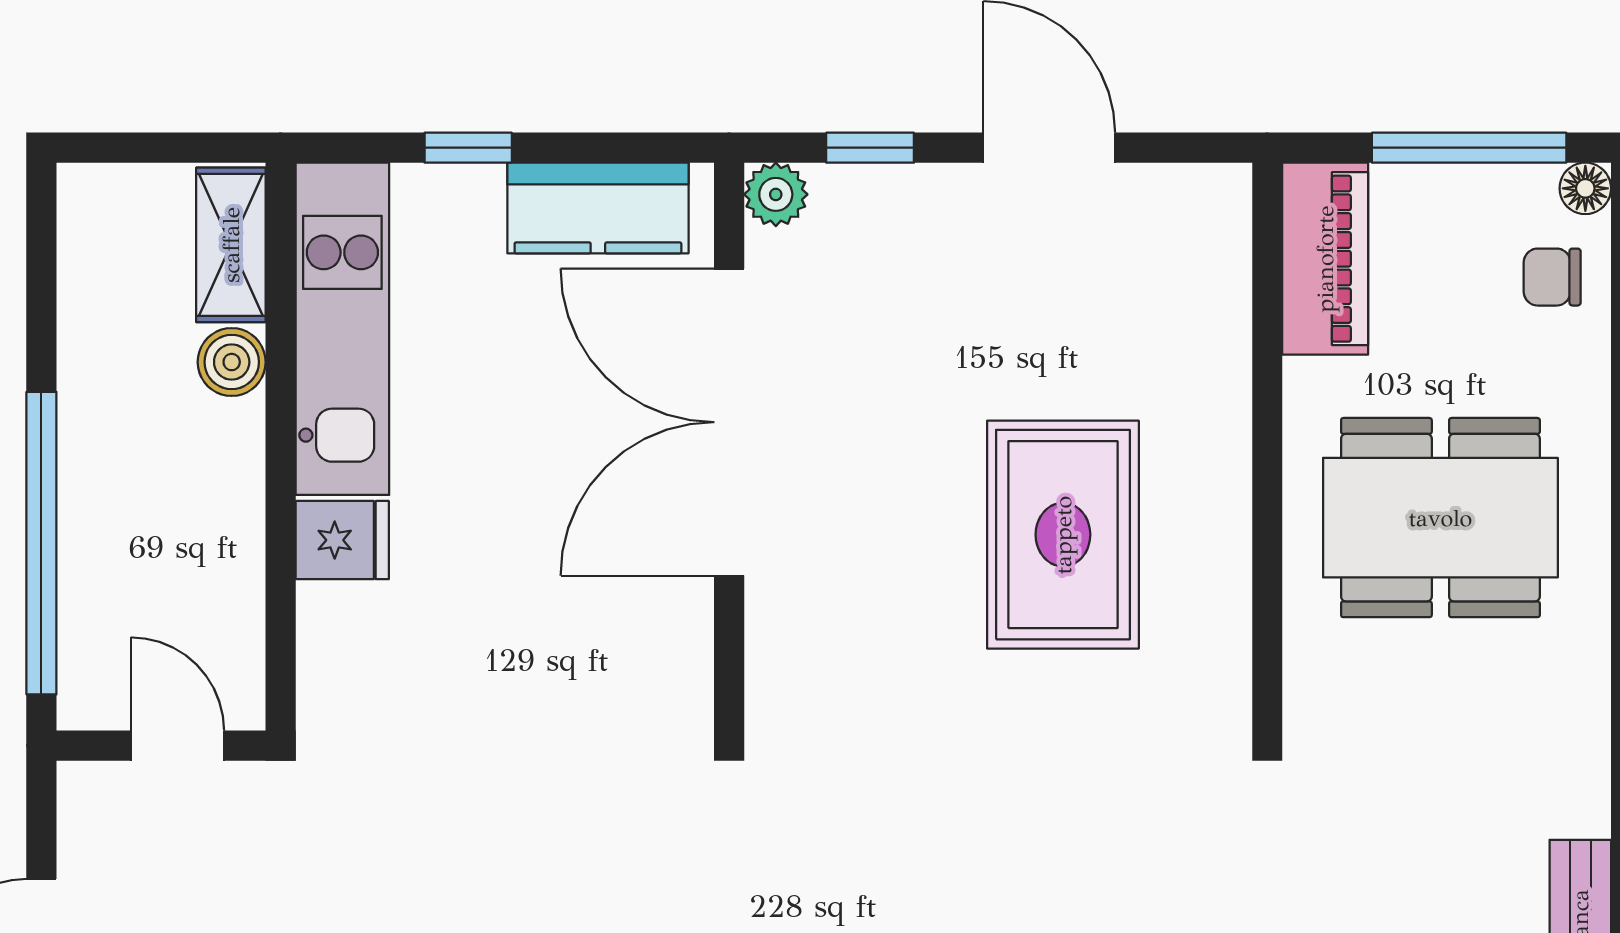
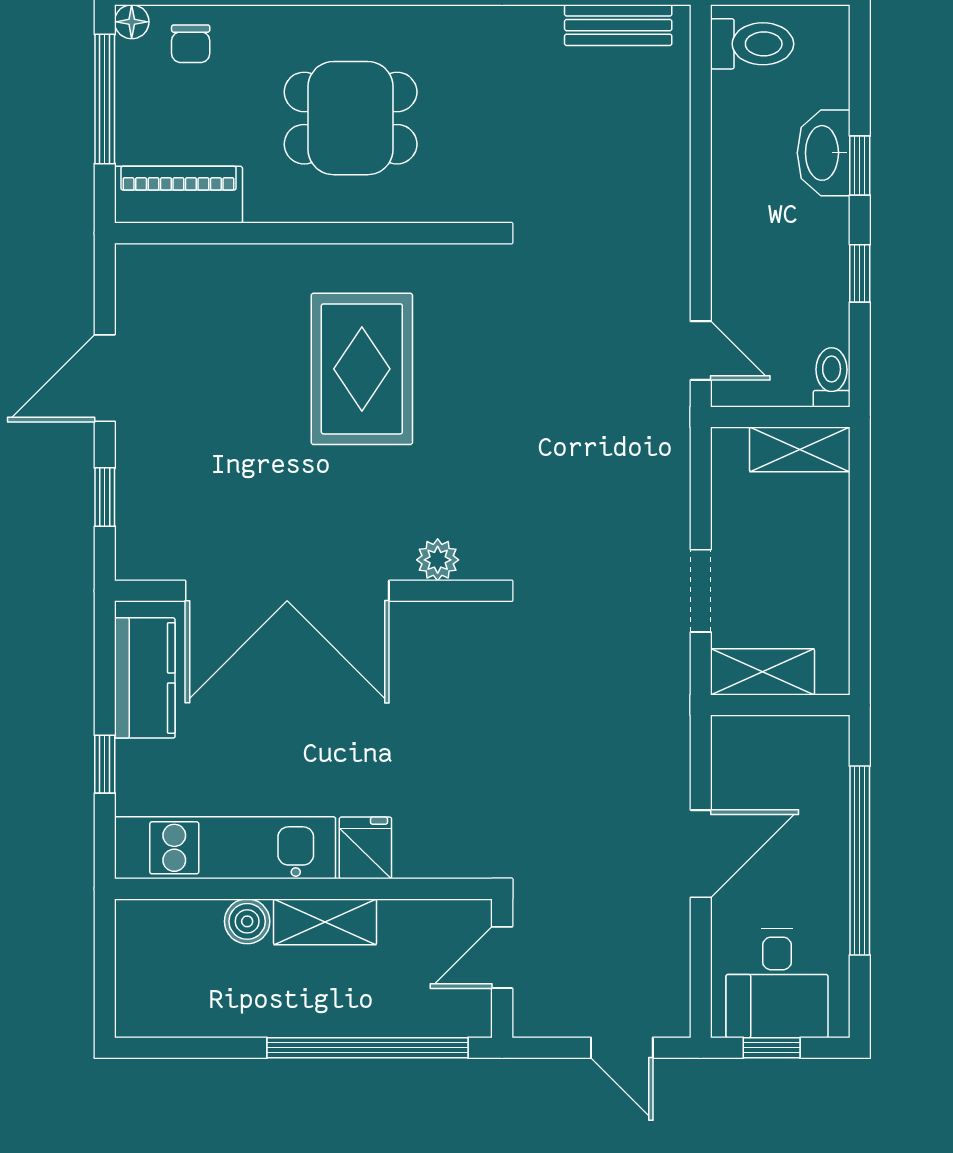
plant: (776, 194) -> (438, 560), moved
shelving: (231, 245) -> (325, 922), moved
dining table: (1440, 518) -> (351, 118), width x0.73
rug: (1063, 535) -> (362, 369), turned 90

